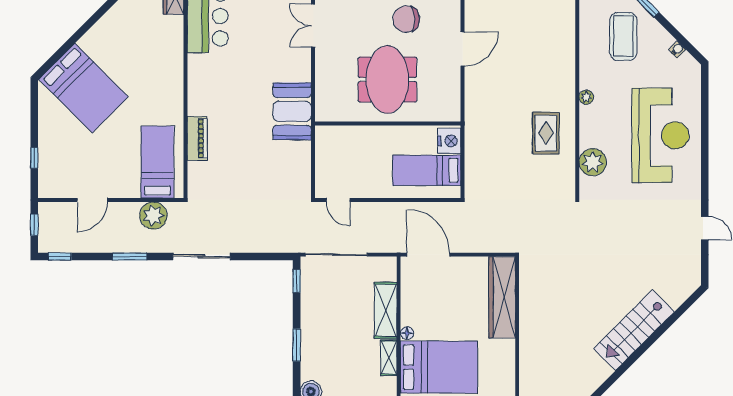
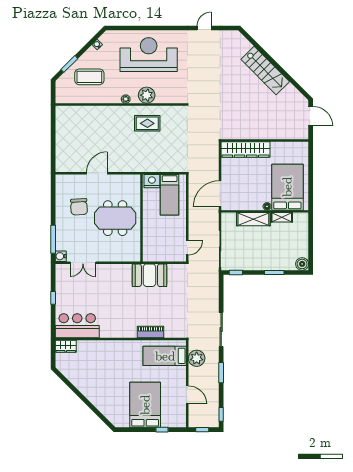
door: (462, 49) -> (97, 173), hinge flipped
bed: (83, 88) -> (145, 405), moved, turned -45
booth: (292, 111) -> (149, 275), moved
plant: (593, 162) -> (147, 95), moved

